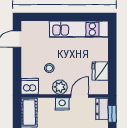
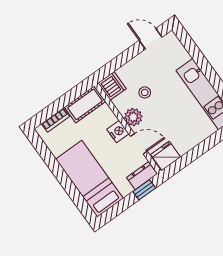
fridge: (100, 71) -> (166, 156), moved

